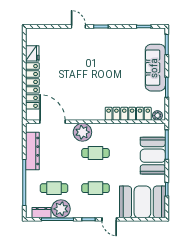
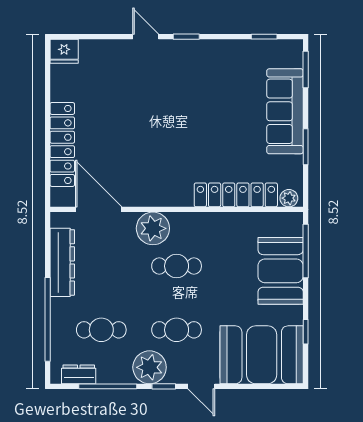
fridge: (32, 53) -> (64, 51), moved, turned 90
plant: (61, 209) -> (150, 367), moved

